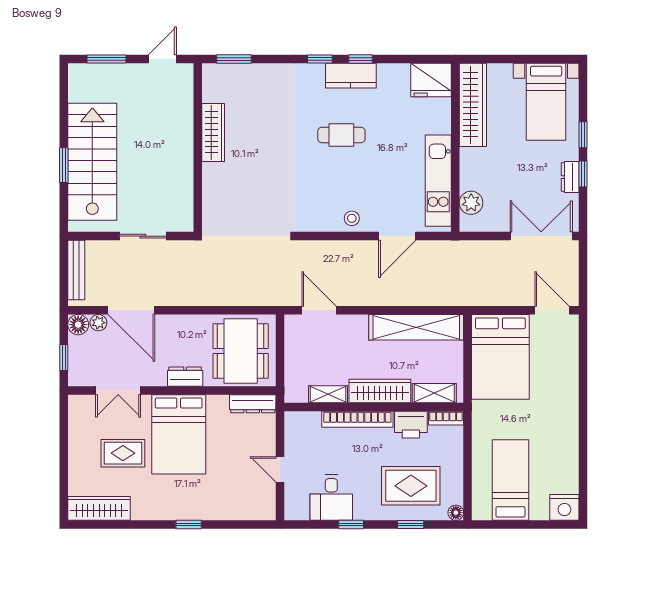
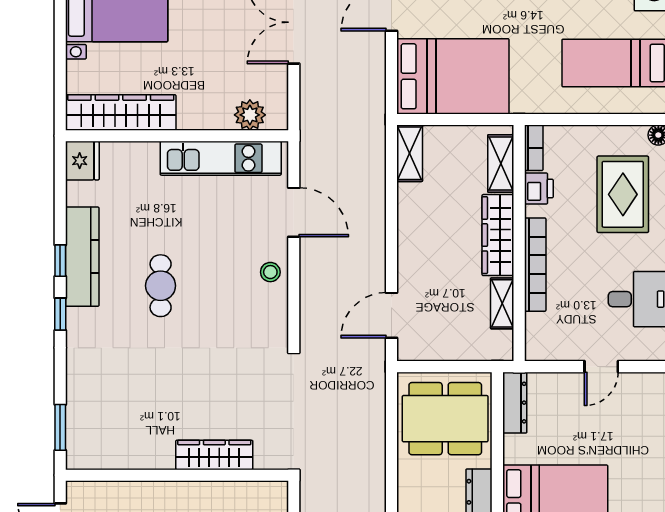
kitchen counter: (351, 76) -> (82, 257), width x1.50
fridge: (431, 80) -> (82, 161), width x0.73, depth x0.75
wardrobe: (213, 132) -> (214, 455), moved
shelving: (416, 327) -> (410, 153), width x0.45, depth x0.75
printer: (411, 425) -> (539, 189), width x0.73, depth x0.81

